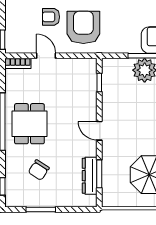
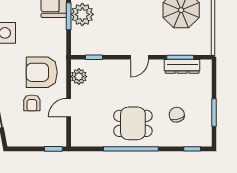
bookcase: (18, 63) -> (76, 134), removed
plant: (79, 67) -> (79, 77), added
chair: (39, 170) -> (177, 115), turned -138

